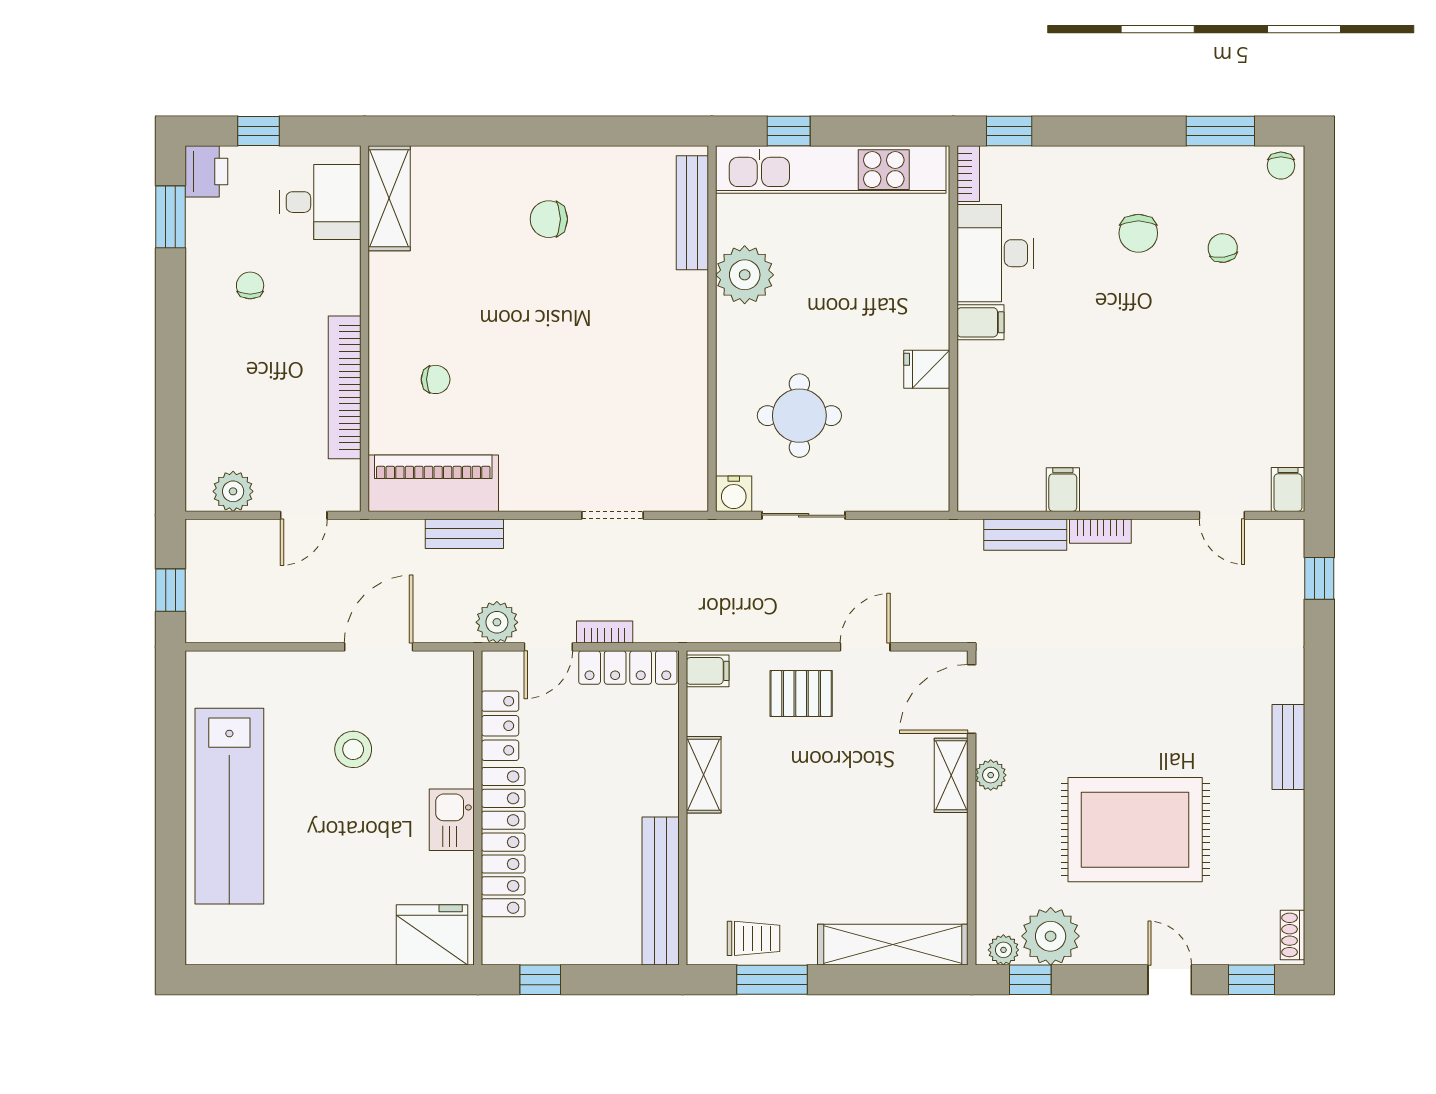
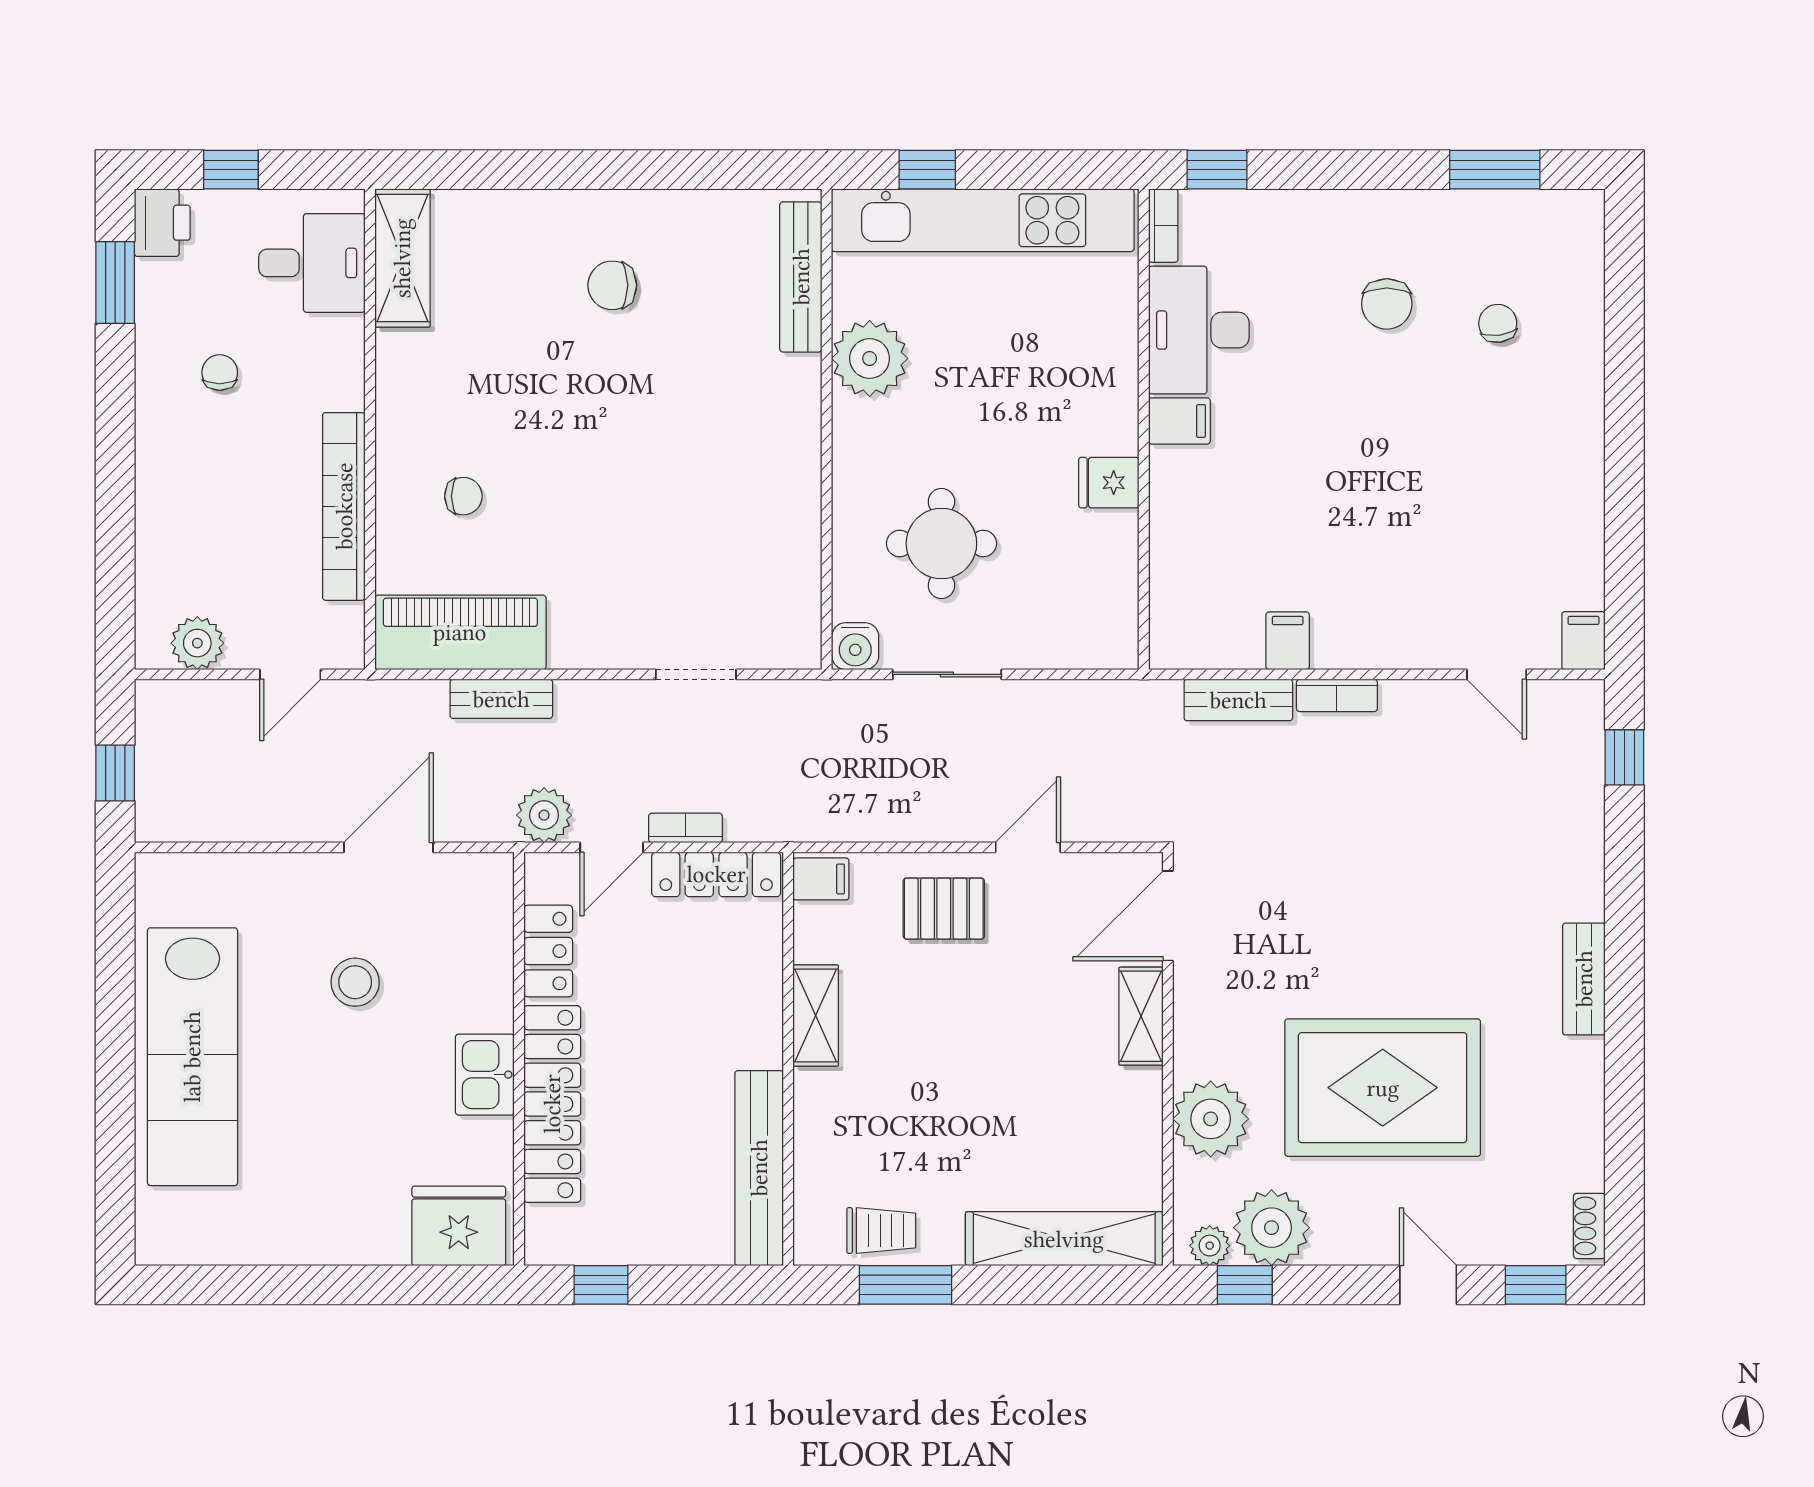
chair: (1281, 166) -> (1574, 215), removed
plant: (991, 775) -> (1211, 1119), moved, width x1.87, depth x1.87

